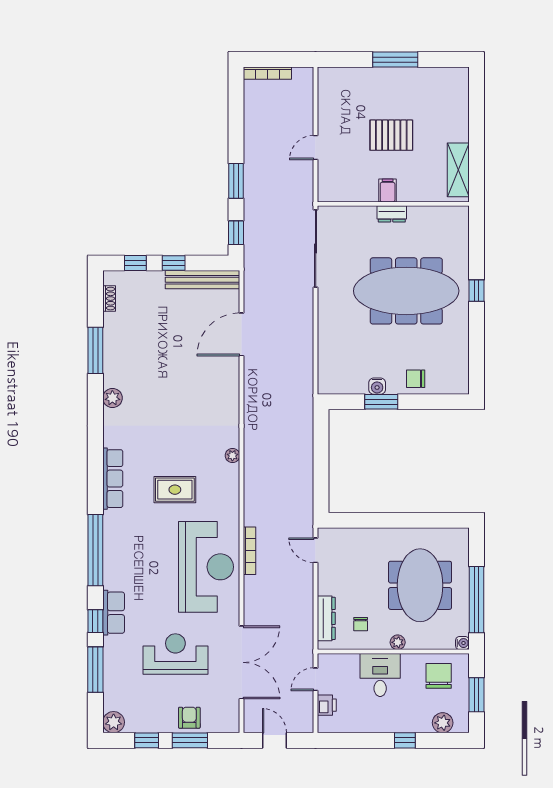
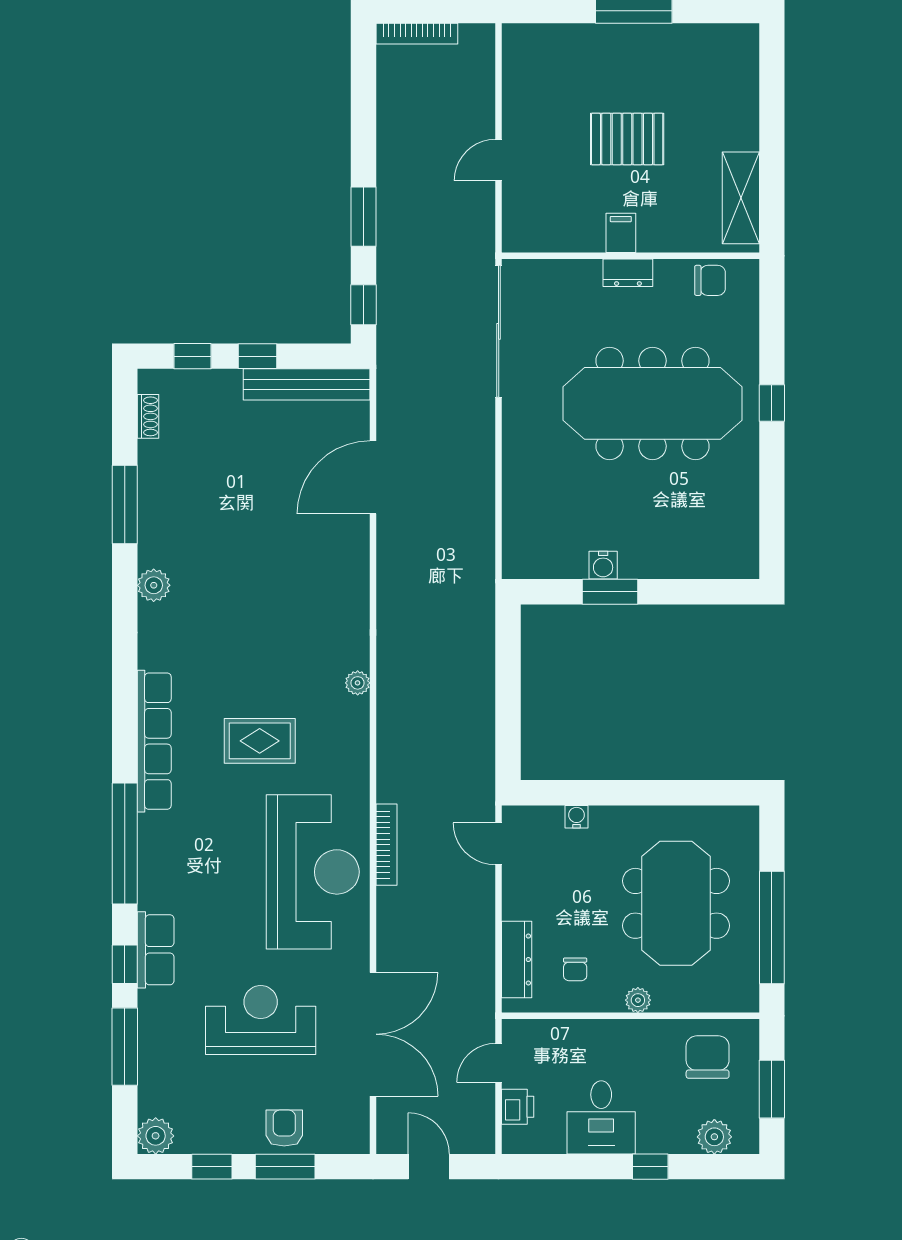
chair: (416, 379) -> (710, 280), moved, turned 180
row of seats: (113, 479) -> (154, 741), width x1.36
water cooler: (462, 643) -> (577, 817), moved, turned -90
desk: (380, 675) -> (601, 1117), moved, turned 180

